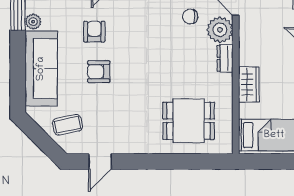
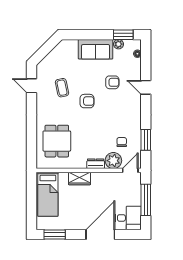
sofa: (41, 69) -> (96, 49), width x0.73
armchair: (99, 72) -> (87, 101), moved, turned 90
coffee table: (67, 125) -> (62, 88), moved

